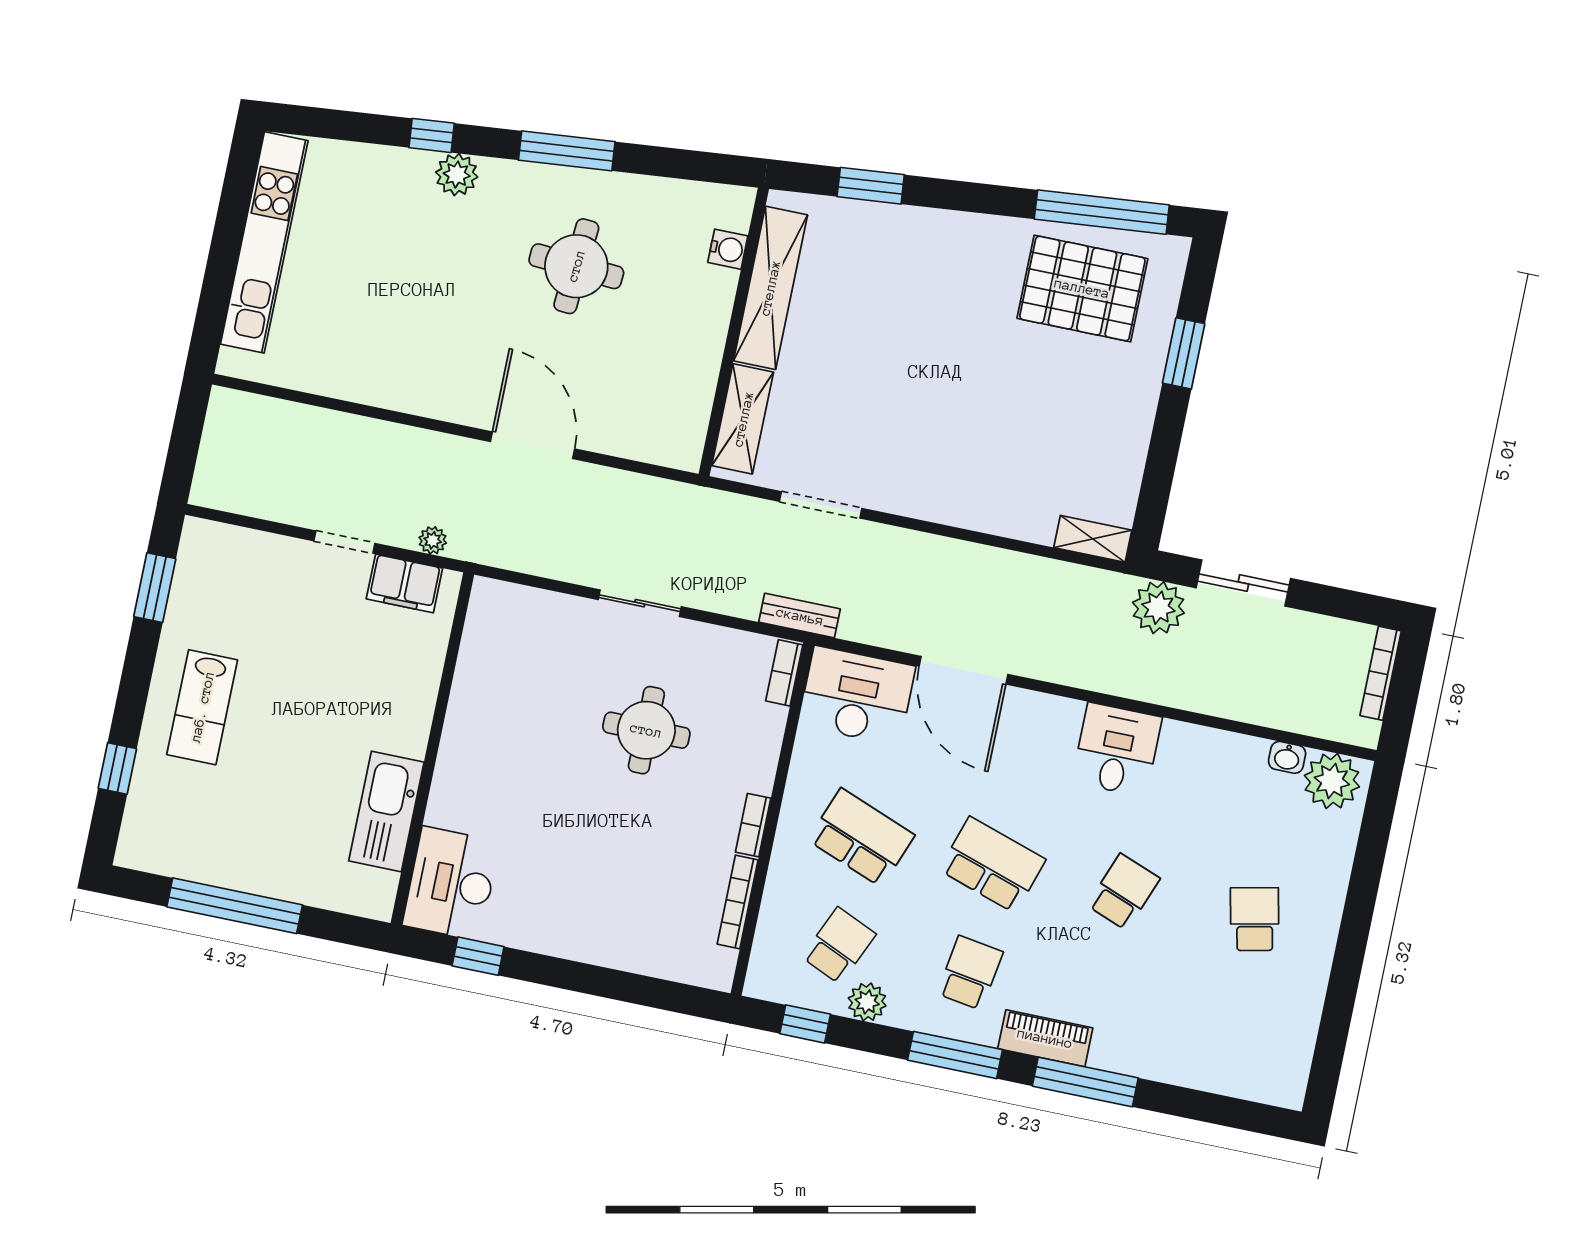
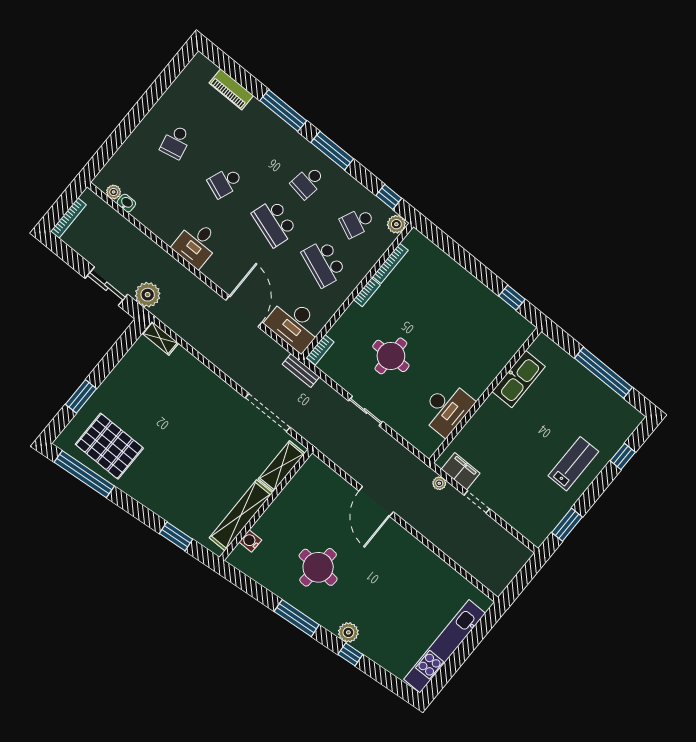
doorway: (821, 505) -> (268, 413), width x1.36
plant: (1332, 781) -> (114, 192), width x0.53, depth x0.53
desk: (451, 883) -> (447, 408), moved
plant: (867, 1002) -> (396, 224), moved
piano: (1045, 1038) -> (231, 89), moved

